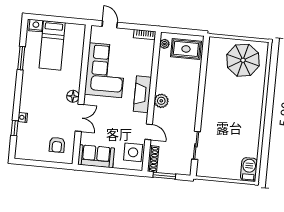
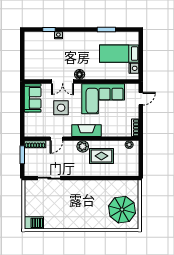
nightstand: (36, 26) -> (134, 68), moved
rug: (186, 49) -> (101, 156), moved, turned 90
armchair: (57, 145) -> (39, 65), removed
side table: (133, 152) -> (61, 108), moved

